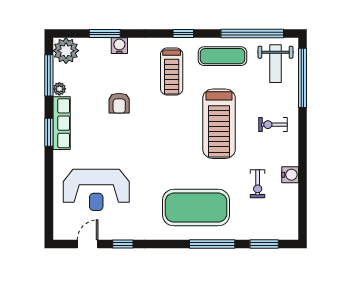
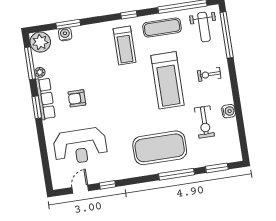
water cooler: (119, 46) -> (65, 34), moved
armchair: (119, 103) -> (77, 98), moved, turned 90
exercise bike: (258, 184) -> (204, 122), width x1.38, depth x1.39

